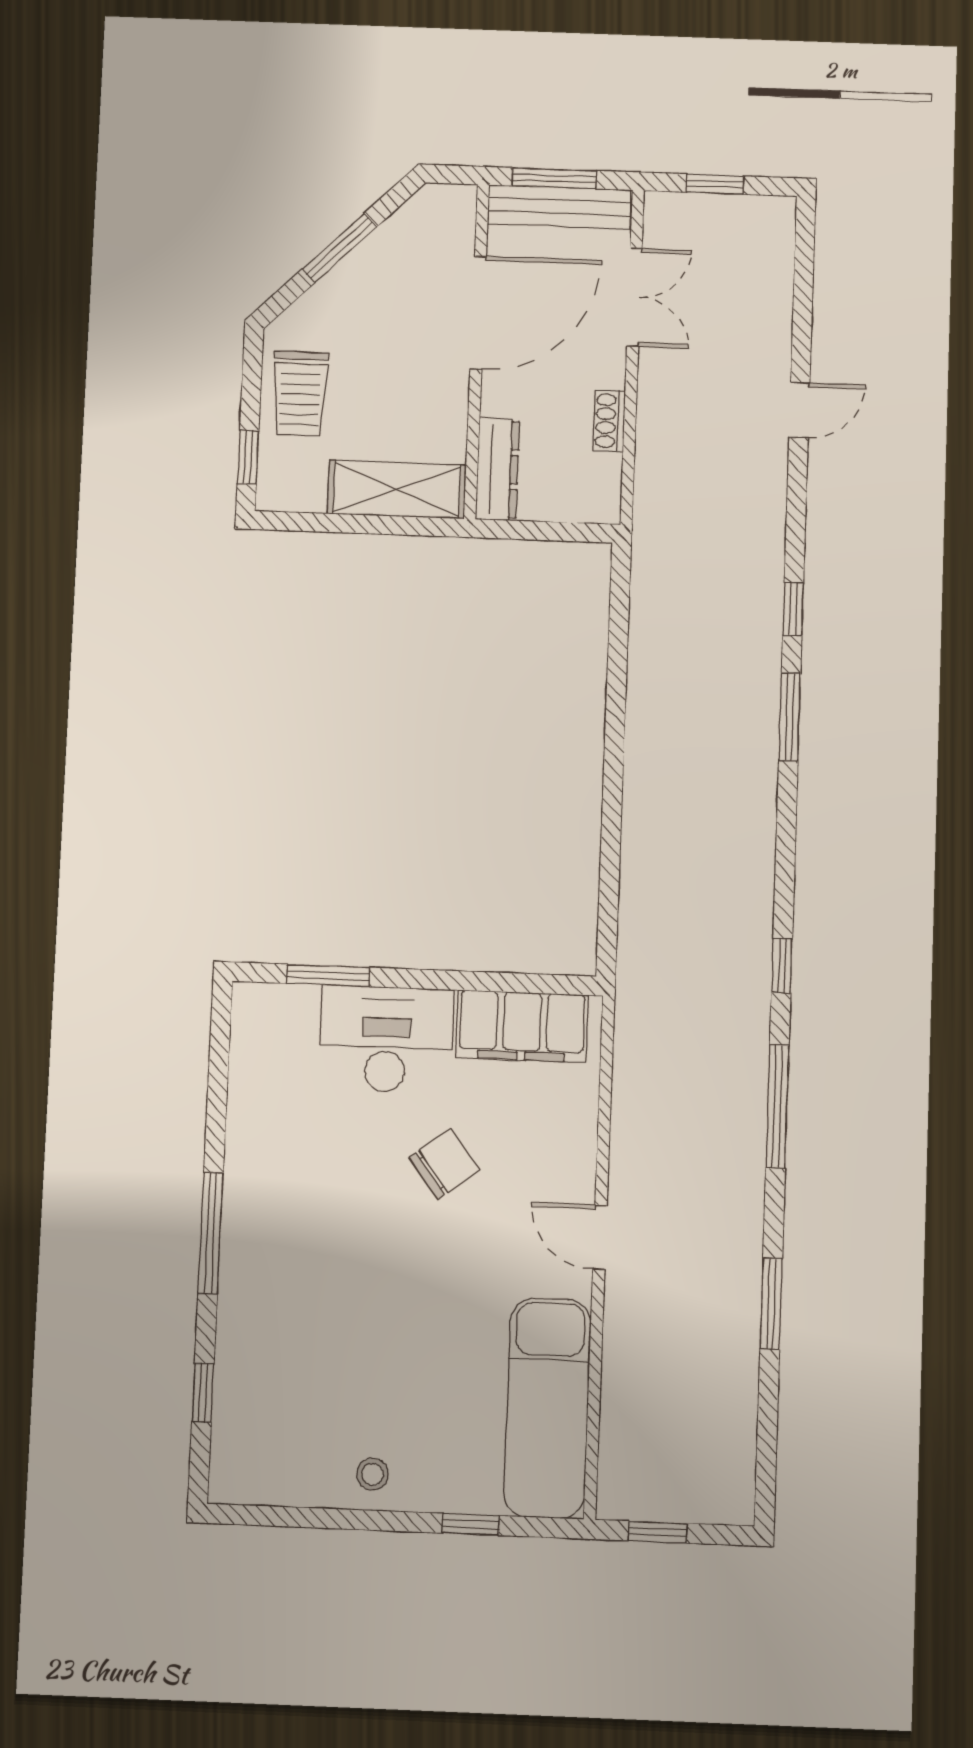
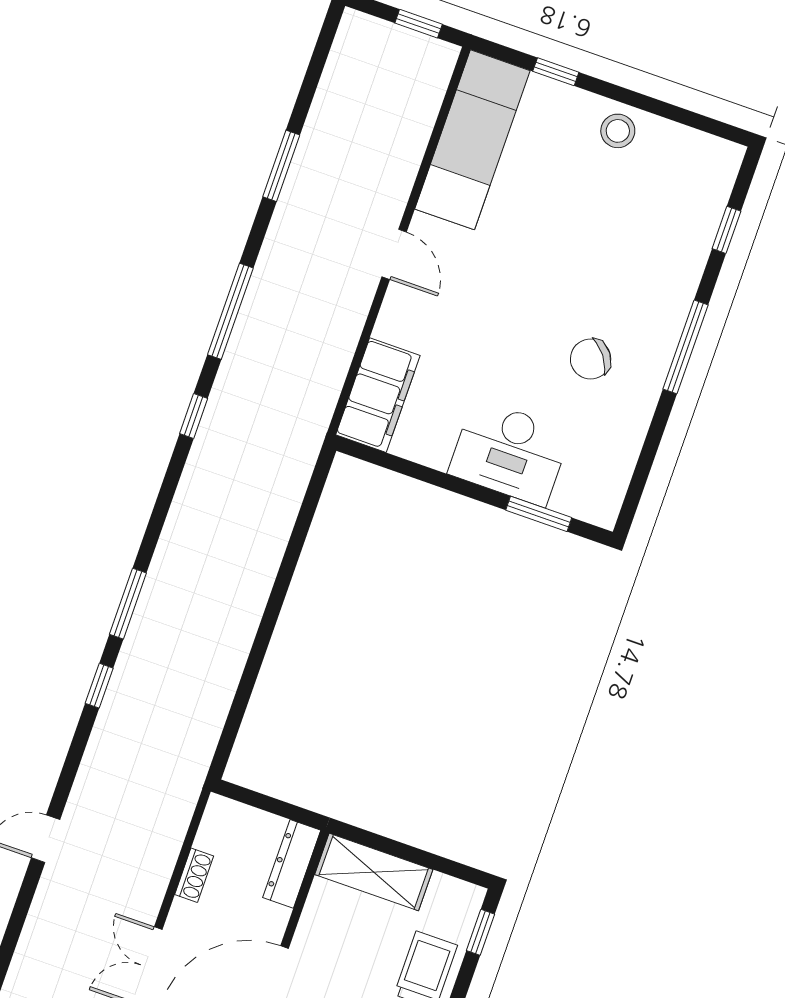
filing cabinet: (522, 1026) -> (378, 395), moved, turned 90
chair: (444, 1164) -> (591, 359), moved
stool: (372, 1474) -> (618, 131), width x1.37, depth x1.37

